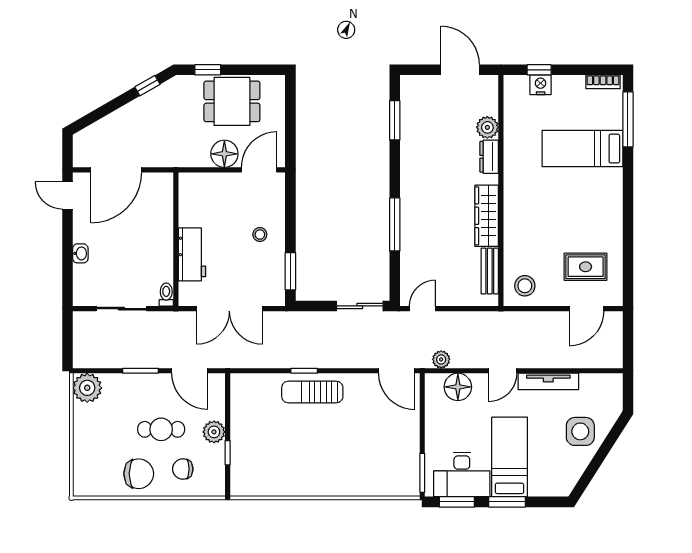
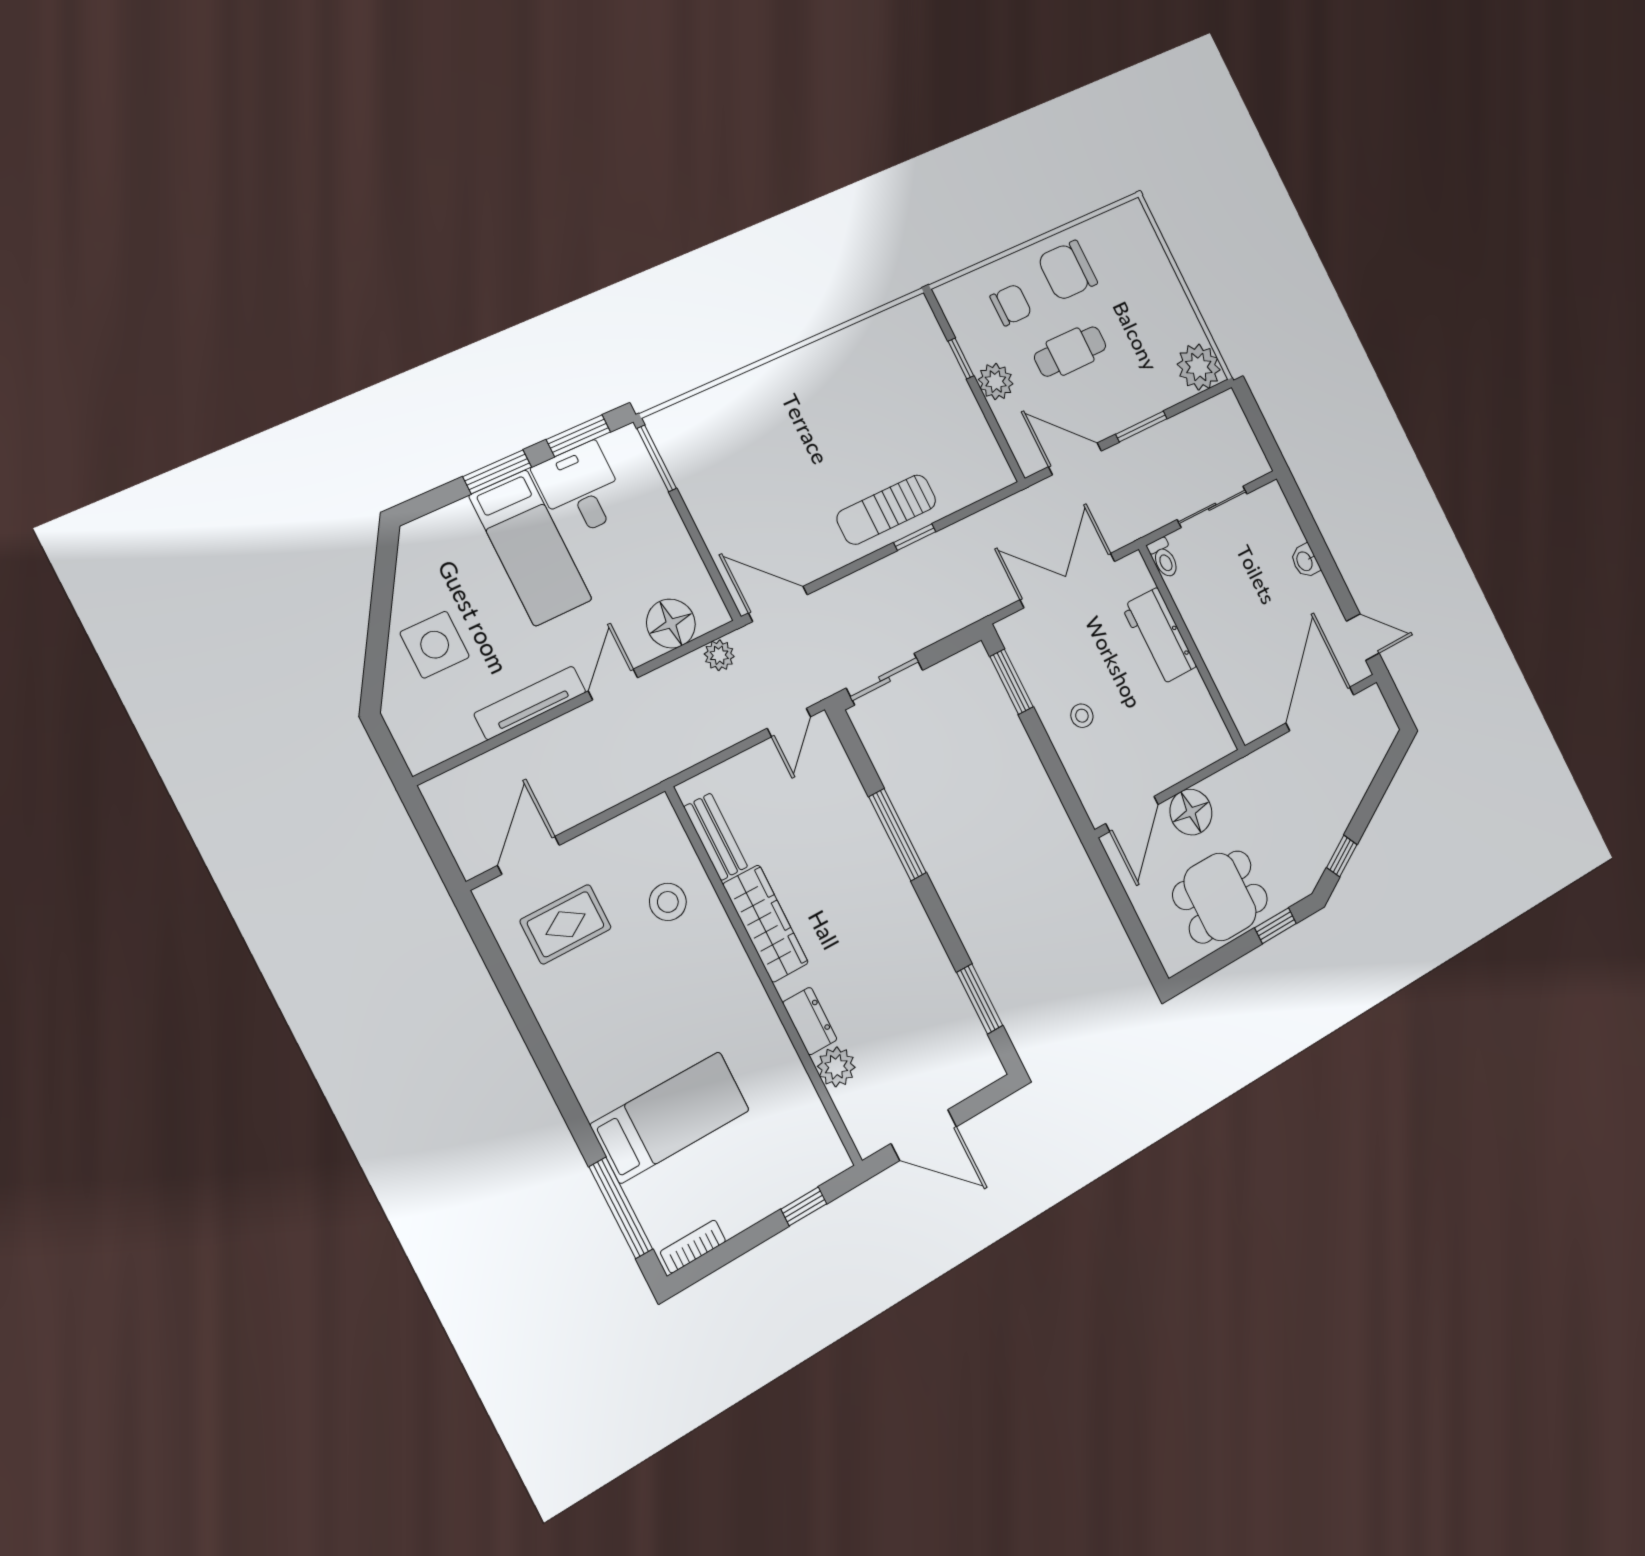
nightstand: (541, 85) -> (789, 1183), removed
stool: (525, 286) -> (668, 902), moved
sun lounger: (312, 392) -> (886, 510), turned 180
desk: (462, 475) -> (581, 489), width x0.73

